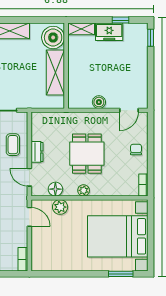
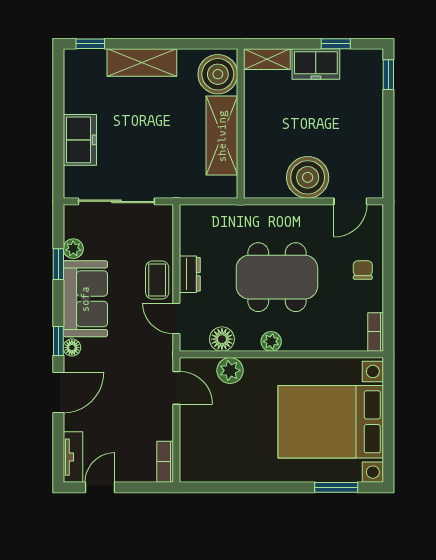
boiler: (99, 102) -> (308, 177), width x1.86, depth x1.86
coffee table: (13, 145) -> (157, 280), moved
dining table: (87, 154) -> (277, 277), width x1.38

